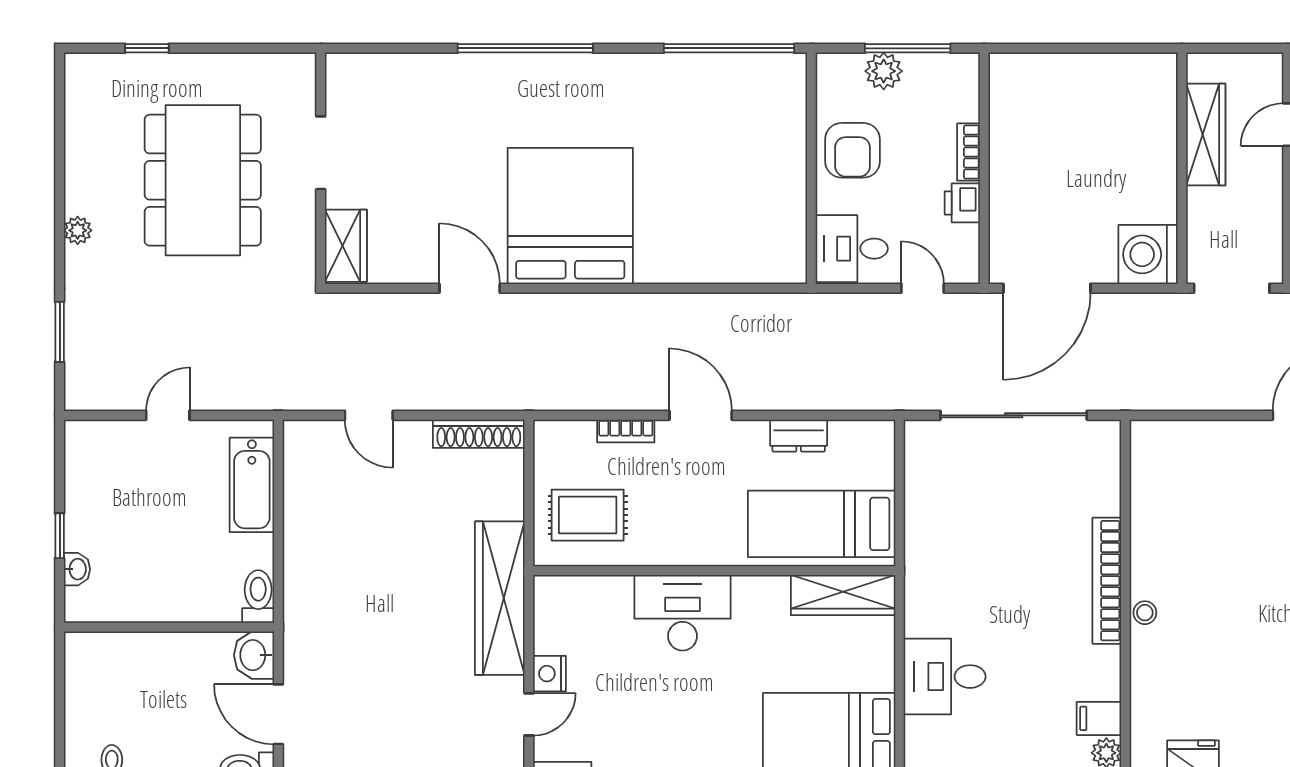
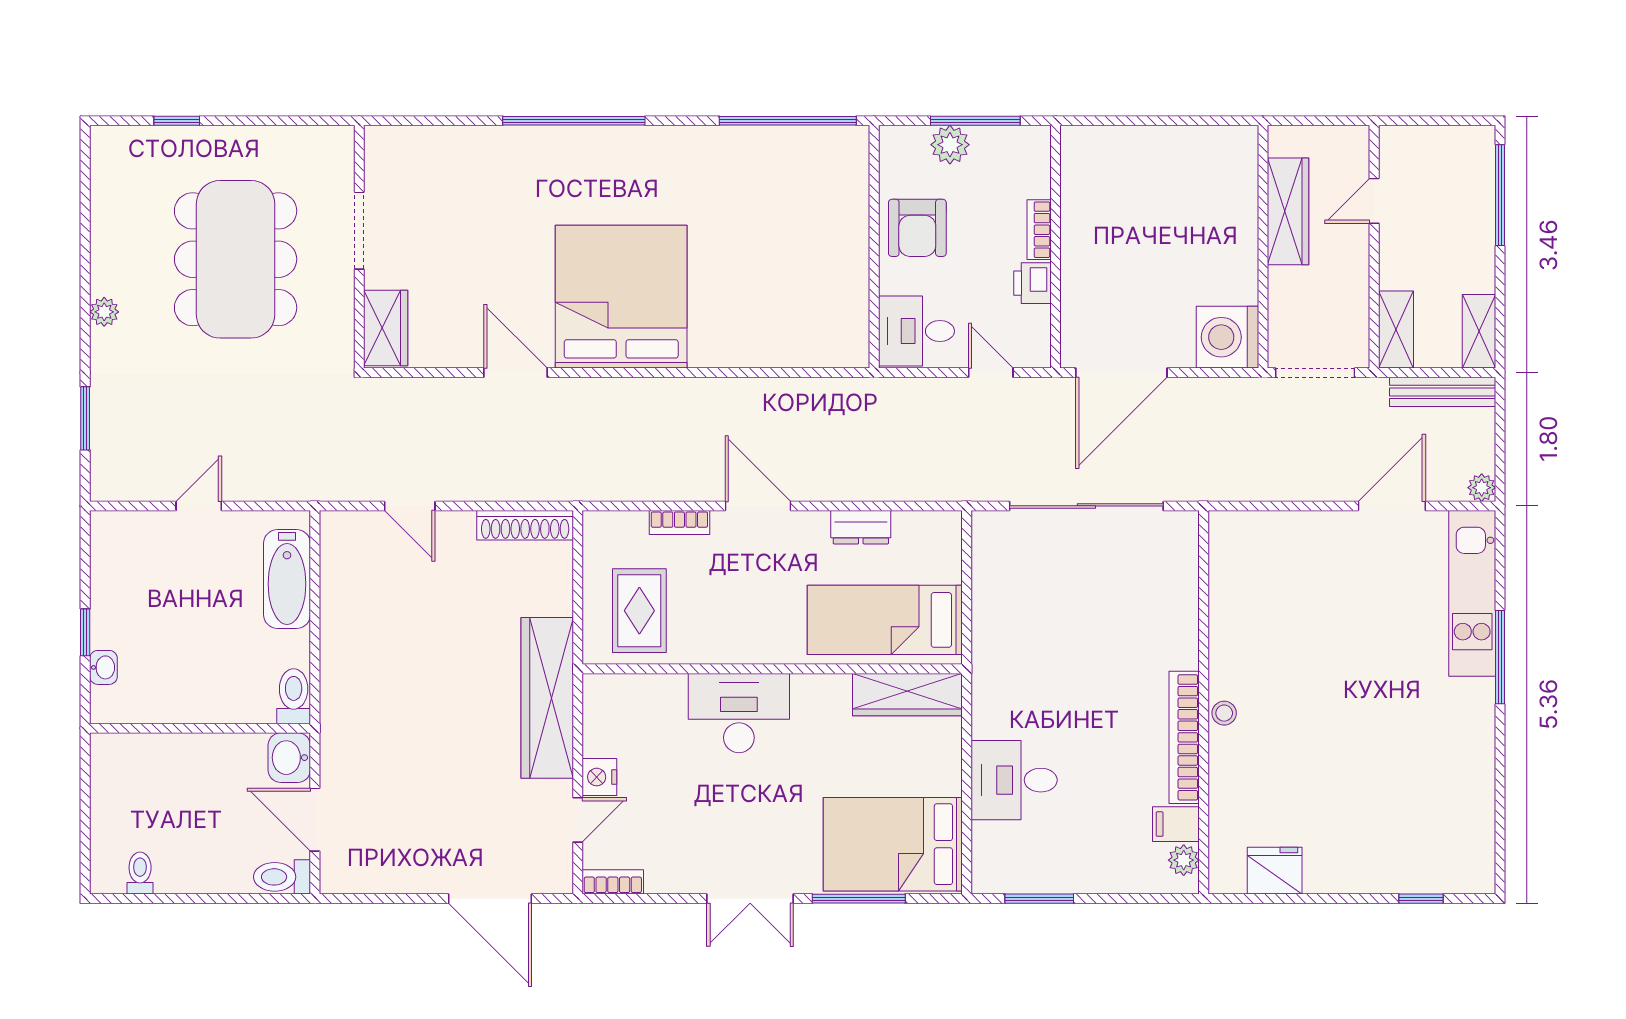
rug: (588, 515) -> (639, 611), turned 90
bookcase: (1107, 581) -> (1184, 737), moved

